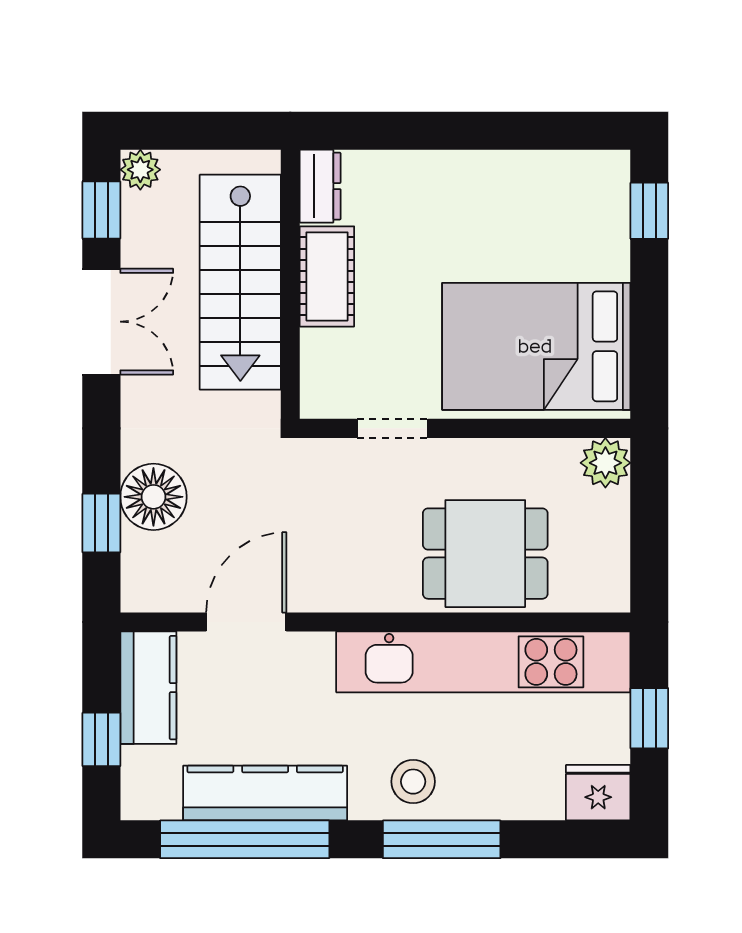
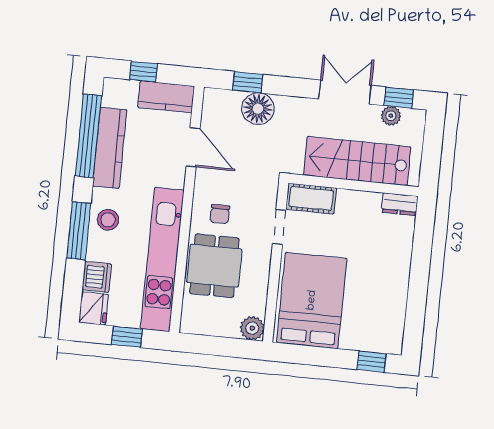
plant: (140, 170) -> (391, 116), moved
cot: (327, 276) -> (311, 199), moved
double door: (101, 322) -> (345, 92), swing flipped
chair: (378, 553) -> (220, 214), added
dishwasher: (533, 793) -> (97, 277), added

